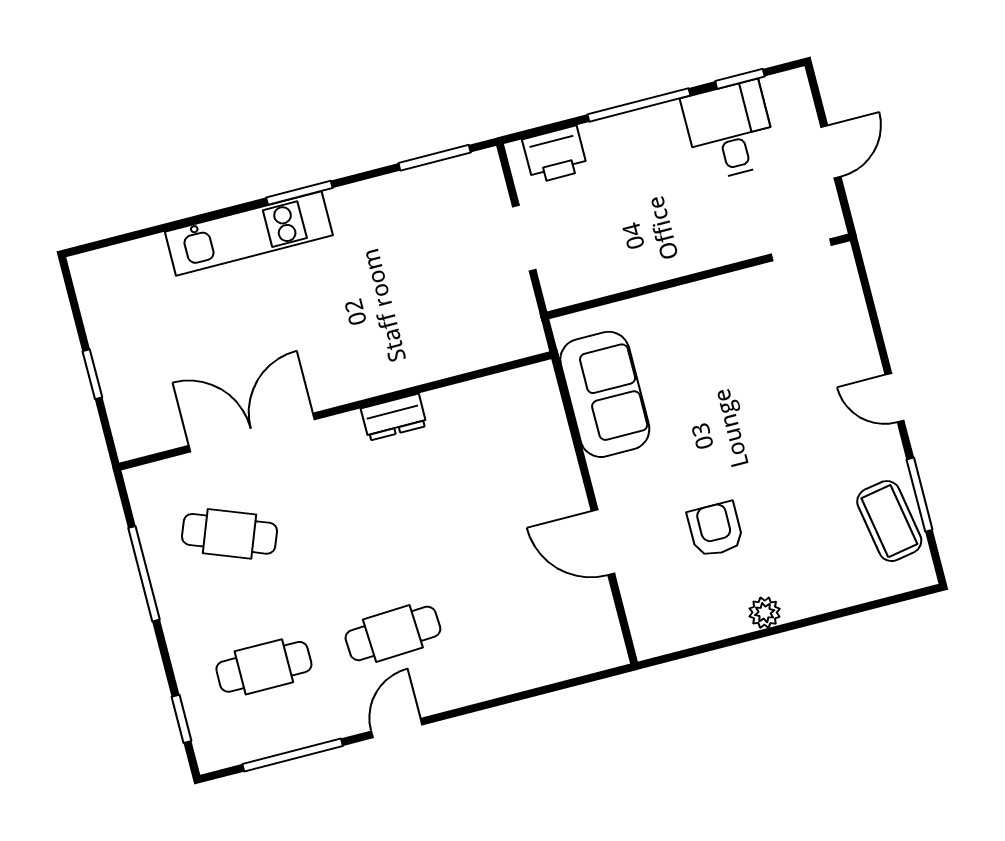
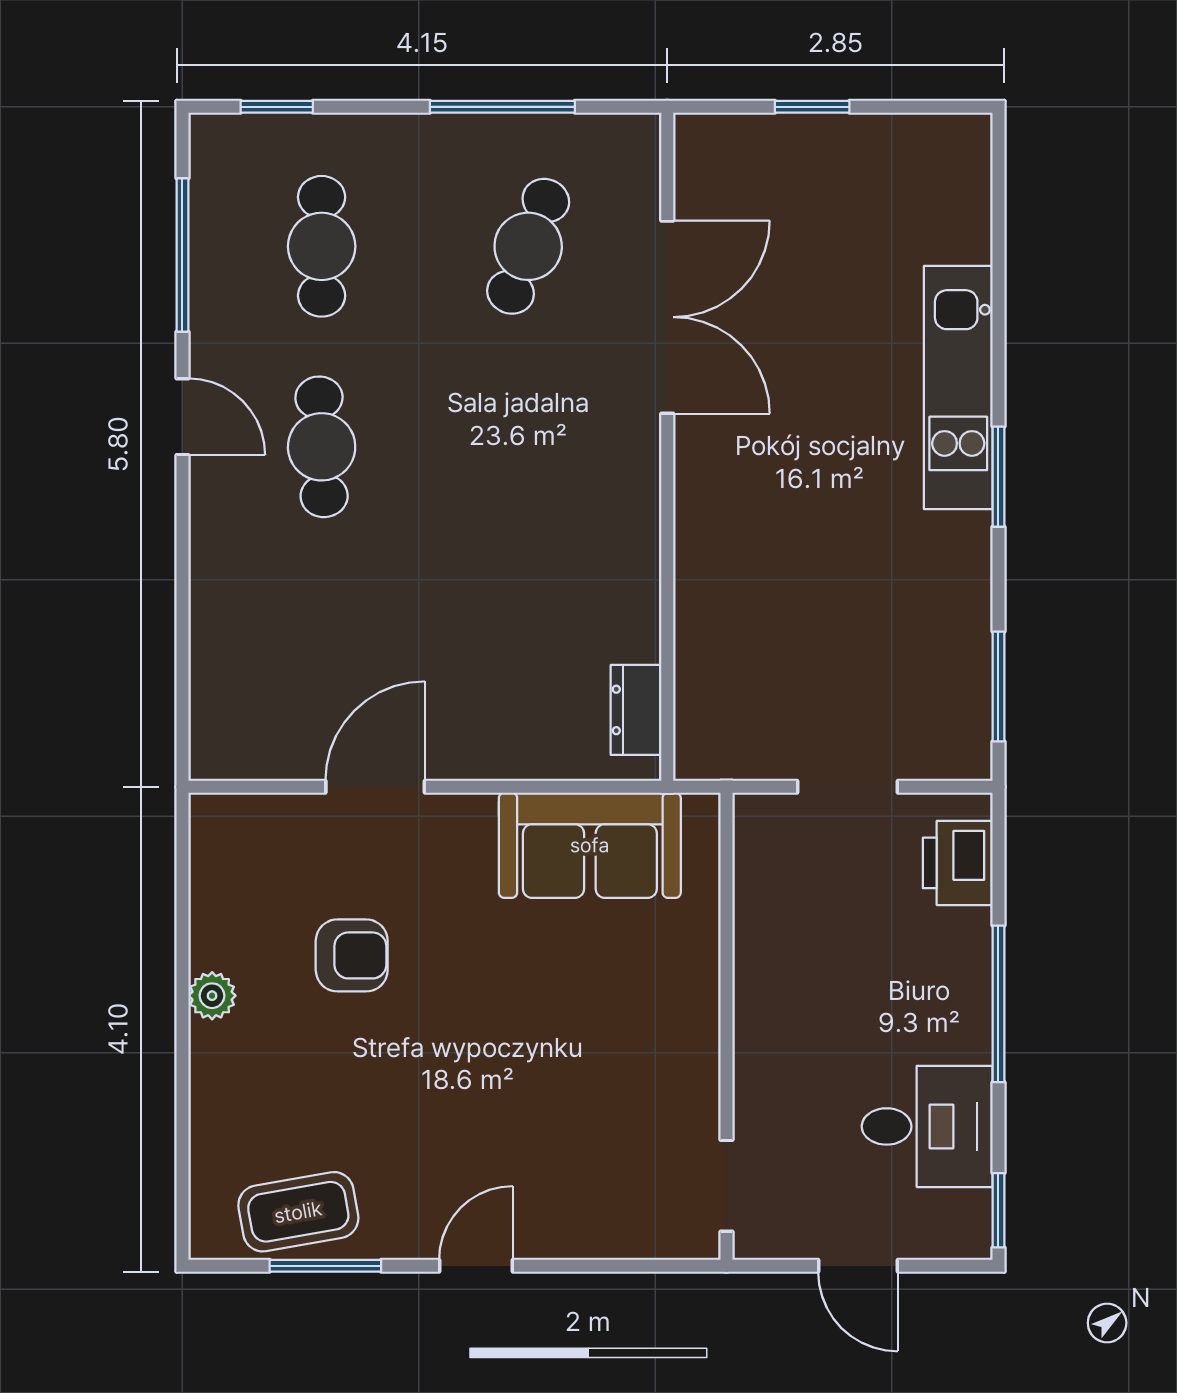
window: (740, 79) -> (998, 1210), moved
dresser: (394, 417) -> (636, 710), moved

